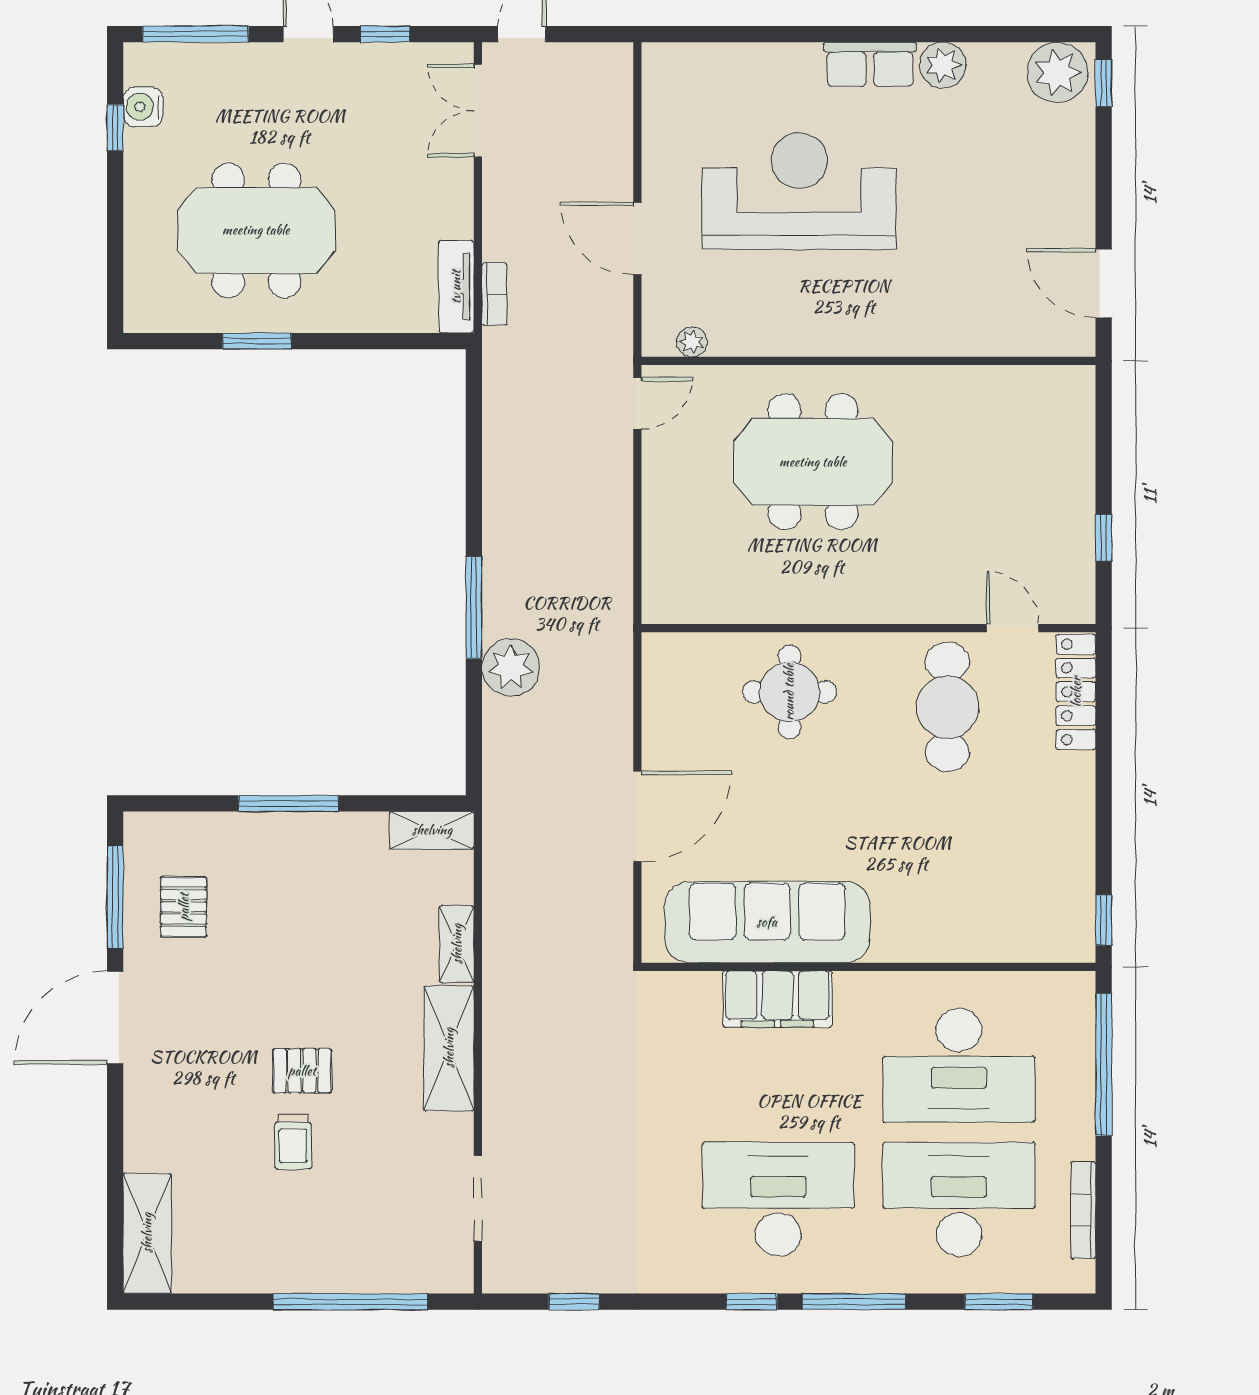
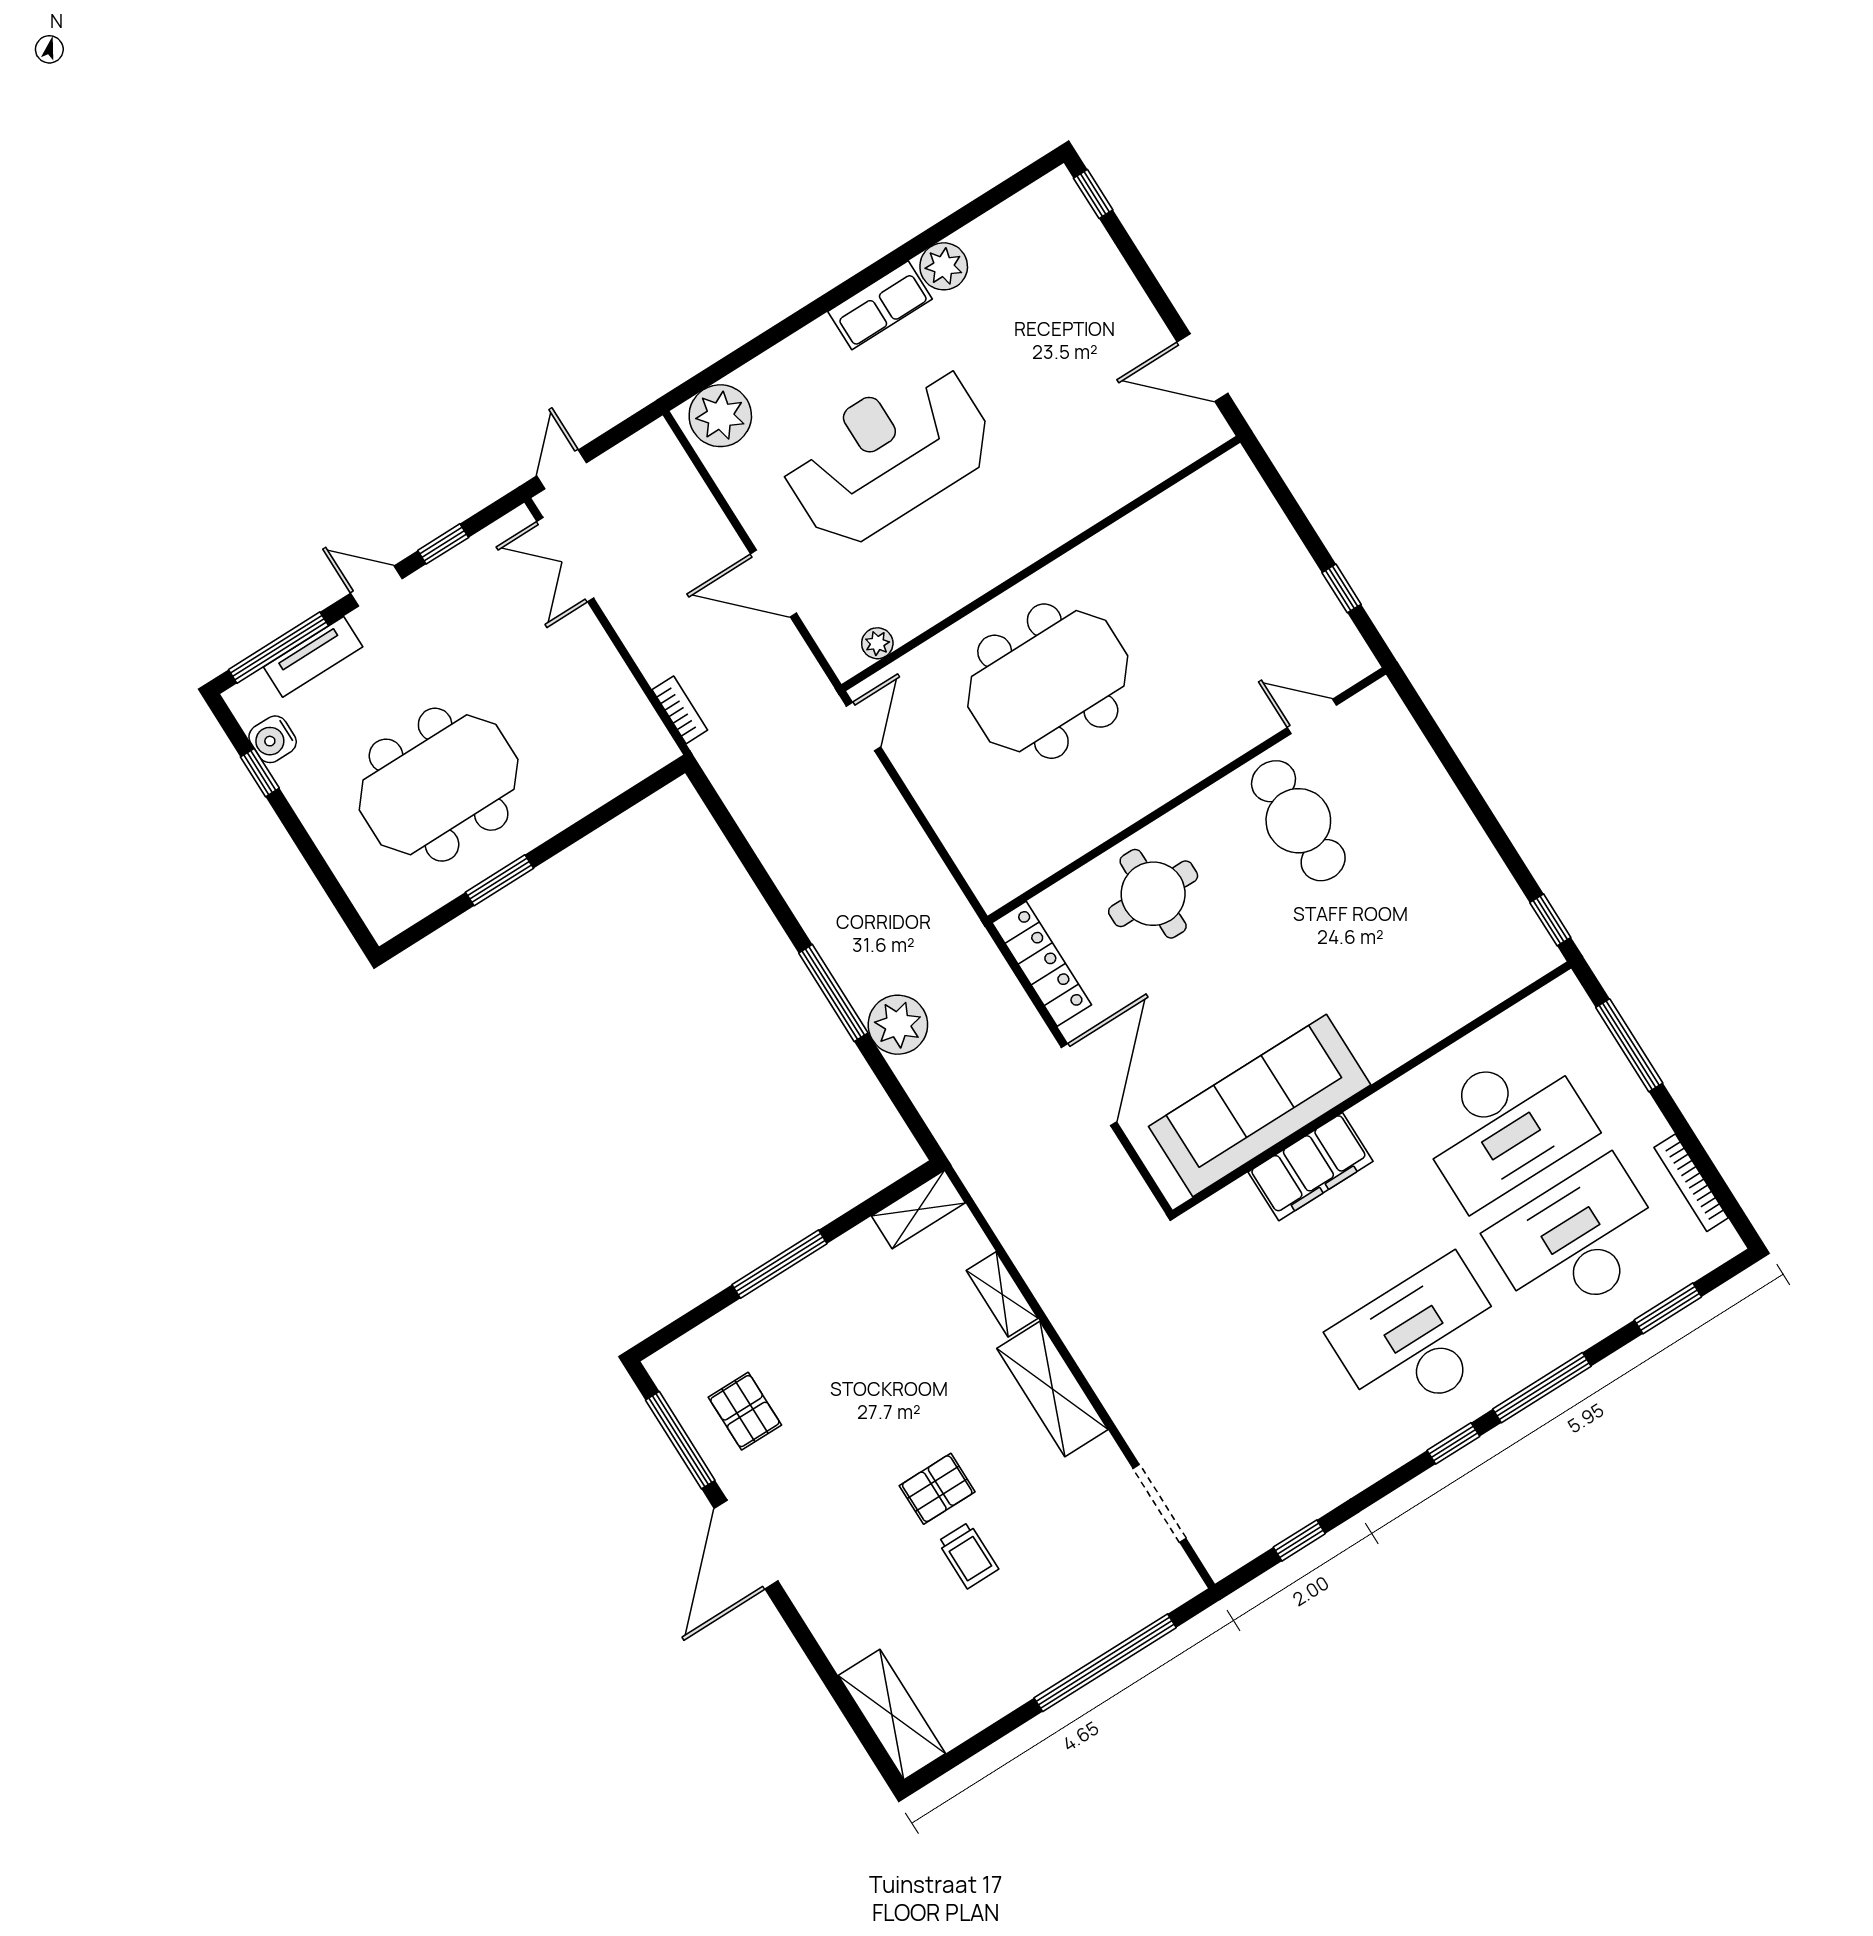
plant: (1057, 72) -> (720, 416), moved
tv unit: (456, 287) -> (313, 657), moved, turned -90
locker: (1076, 692) -> (1042, 964), moved, turned 180
window: (1104, 1064) -> (1629, 1045), width x0.68

